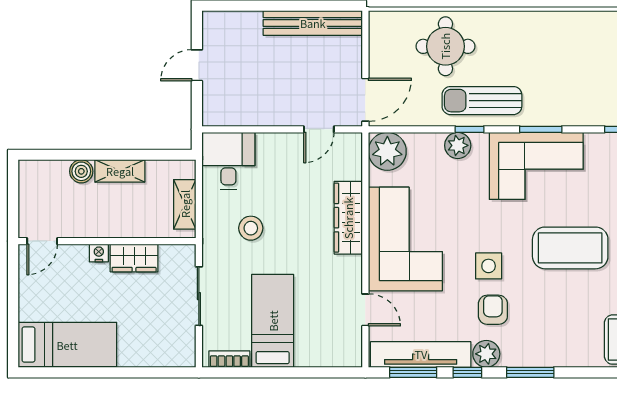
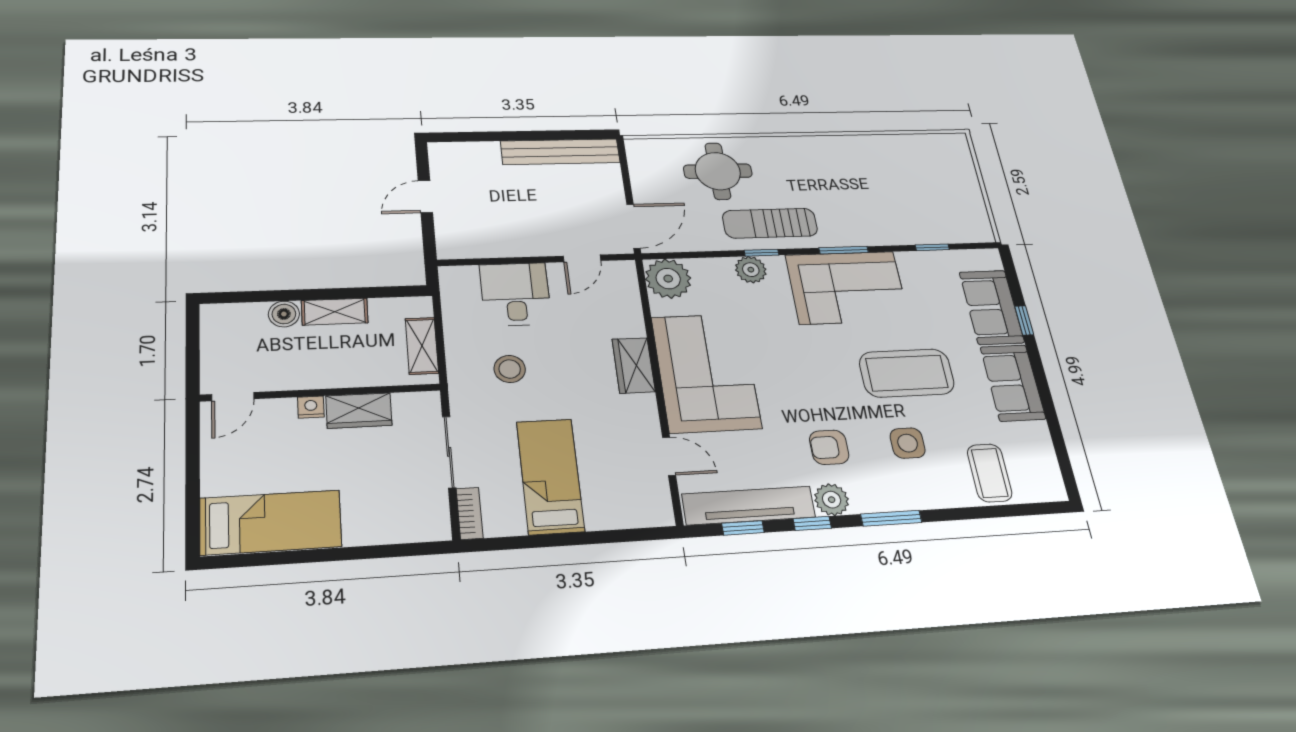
desk: (228, 161) -> (515, 294), moved
wardrobe: (348, 218) -> (634, 365), width x0.67
side table: (489, 266) -> (908, 443), moved
armchair: (493, 310) -> (829, 447), turned -90
bookcase: (229, 359) -> (470, 513), moved, turned 90
window: (413, 372) -> (743, 528), width x0.67

